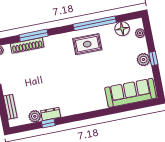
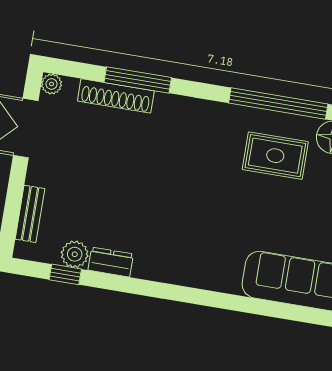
rug: (87, 44) -> (275, 156), moved
window: (48, 123) -> (65, 274), moved

